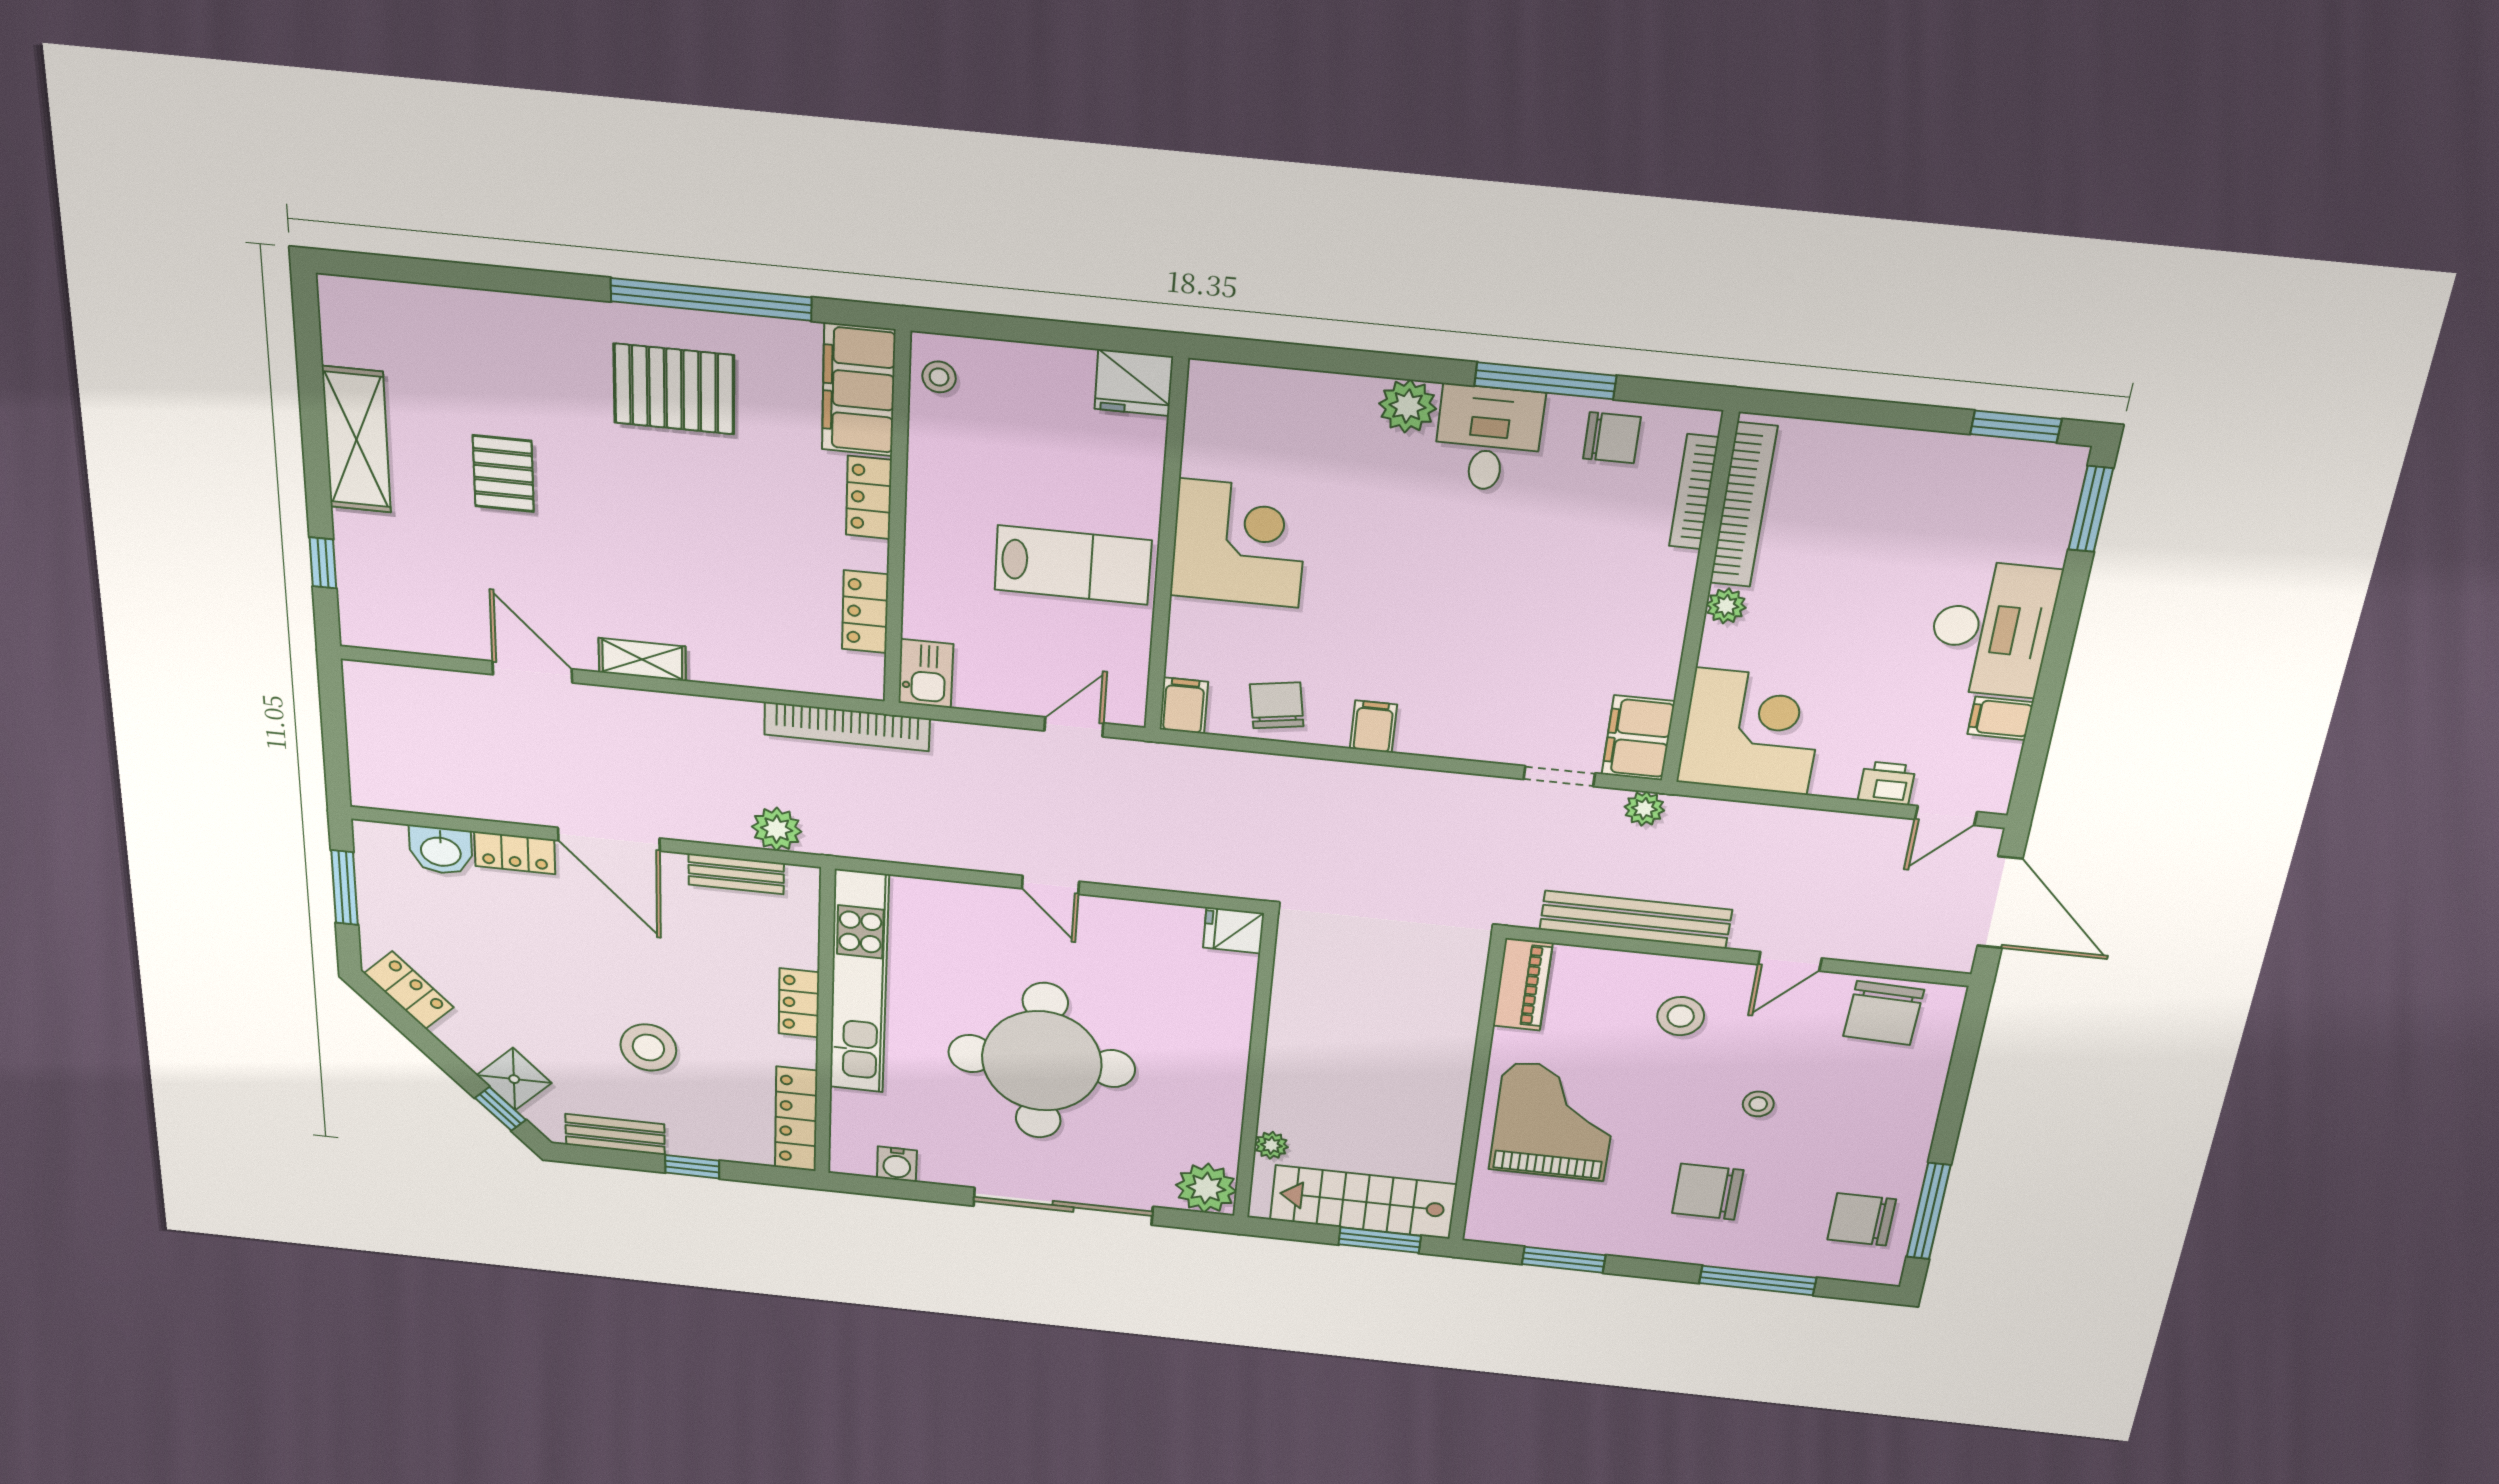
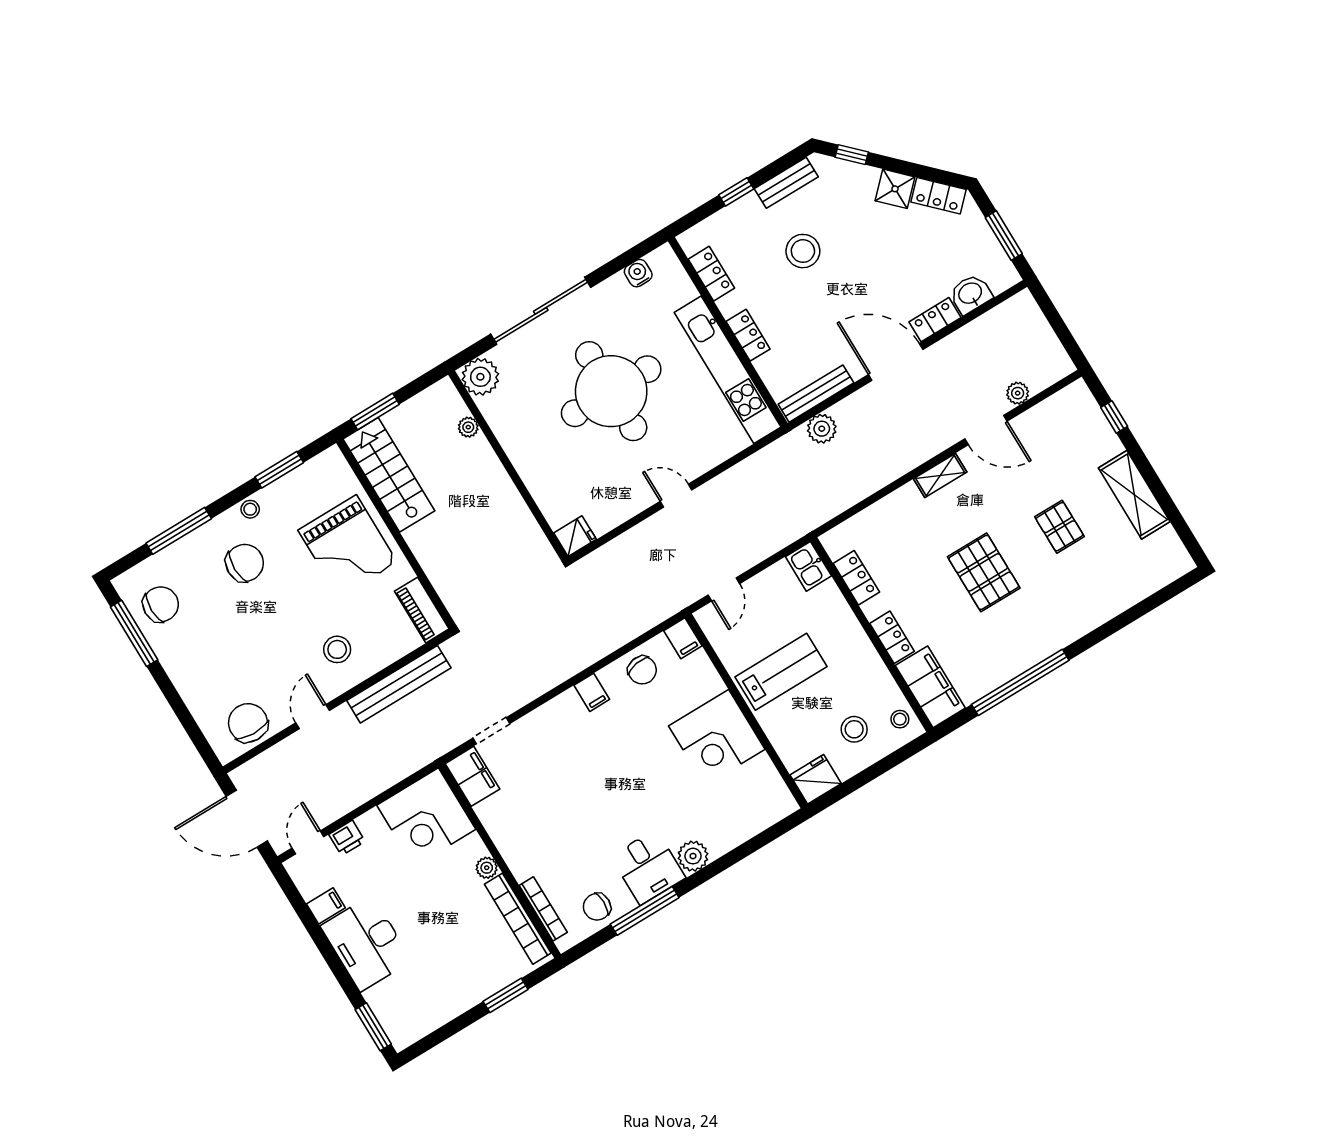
pallet: (674, 389) -> (984, 572), moved, turned 90
stool: (1021, 411) -> (854, 729), added
window: (2016, 427) -> (506, 995), moved
lab bench: (1073, 565) -> (781, 672), turned 180
bookcase: (847, 727) -> (826, 511), removed
plant: (1644, 809) -> (1018, 393), moved
bench: (736, 874) -> (816, 394), width x1.36
shower: (514, 1079) -> (895, 189), moved
stool: (1758, 1104) -> (250, 509), moved
locker: (796, 1119) -> (711, 274), width x0.66
stairs: (1363, 1202) -> (389, 475), moved, turned -90

